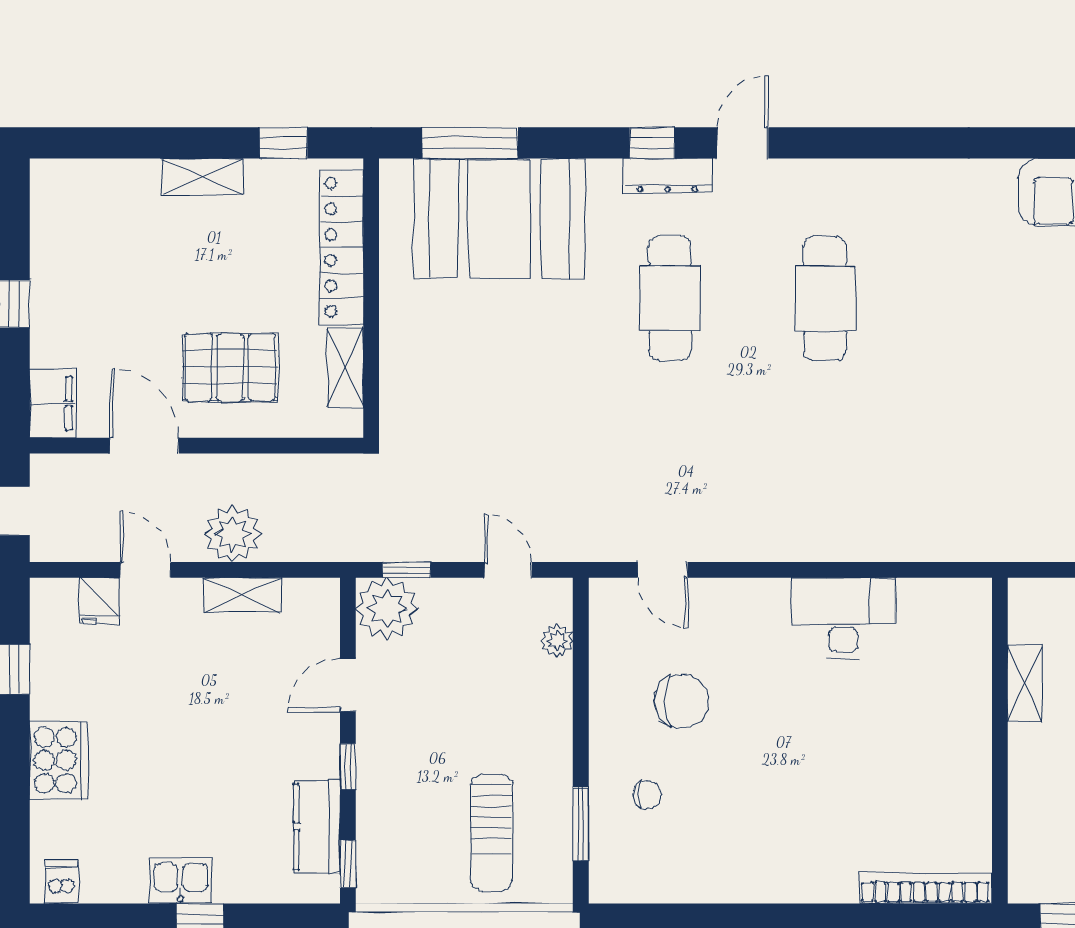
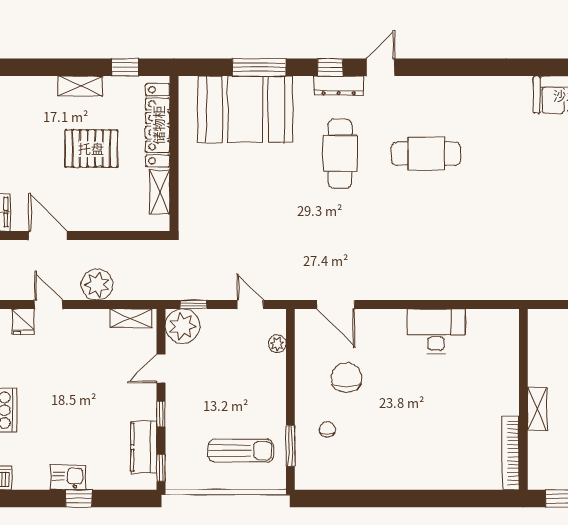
window: (470, 143) -> (259, 67), moved
cafe table: (825, 298) -> (426, 154), turned 90
pallet: (230, 367) -> (91, 148), moved
door: (663, 570) -> (336, 304), width x1.38
shelving: (242, 595) -> (131, 318), moved
shelving: (1025, 683) -> (537, 409), moved
chair: (681, 701) -> (346, 377), turned -90
chair: (647, 795) -> (327, 429), turned -90
sun lounger: (491, 833) -> (241, 451), turned -90
bookcase: (925, 888) -> (511, 453), moved, turned -90

